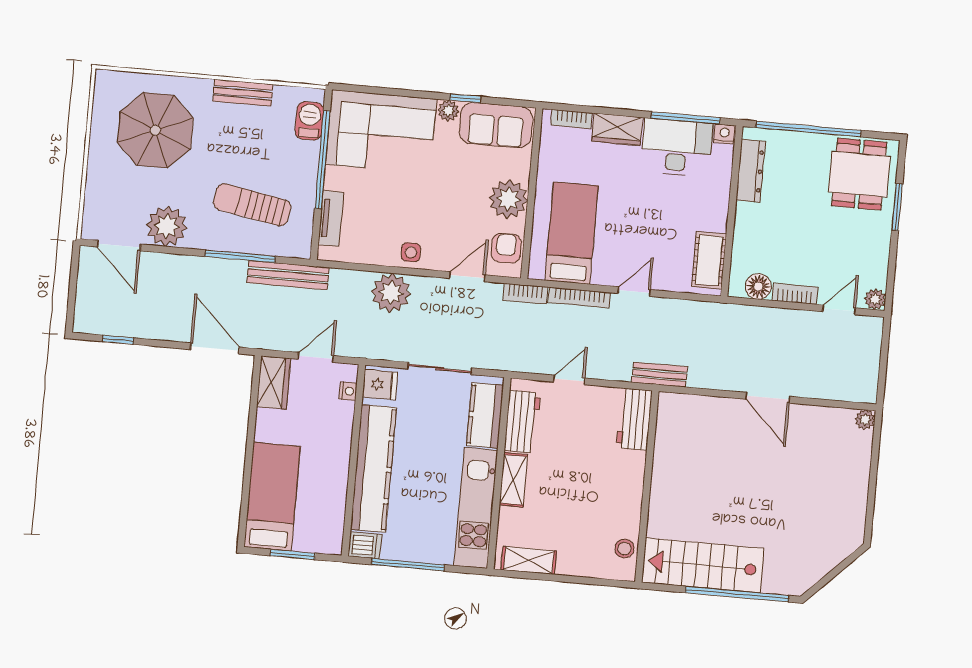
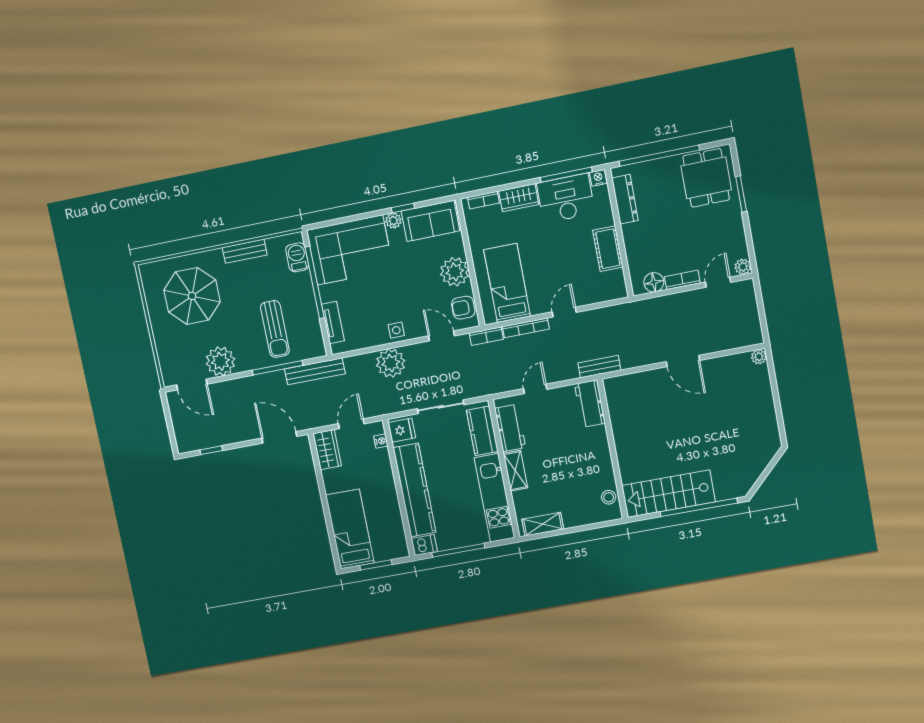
sun lounger: (252, 205) -> (275, 329), turned -100
armchair: (506, 248) -> (463, 308), turned -90
cot: (709, 260) -> (608, 249), moved
door: (467, 277) -> (441, 336), hinge flipped

